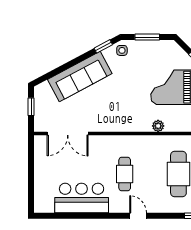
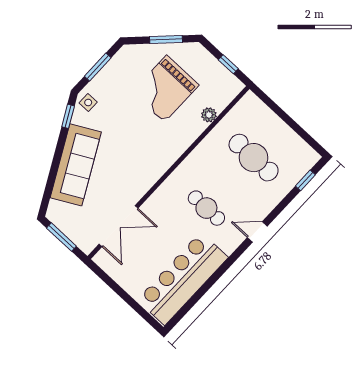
window: (31, 107) -> (61, 237), width x1.50
plant: (158, 126) -> (209, 115), moved
bar counter: (82, 198) -> (183, 279), width x1.36

